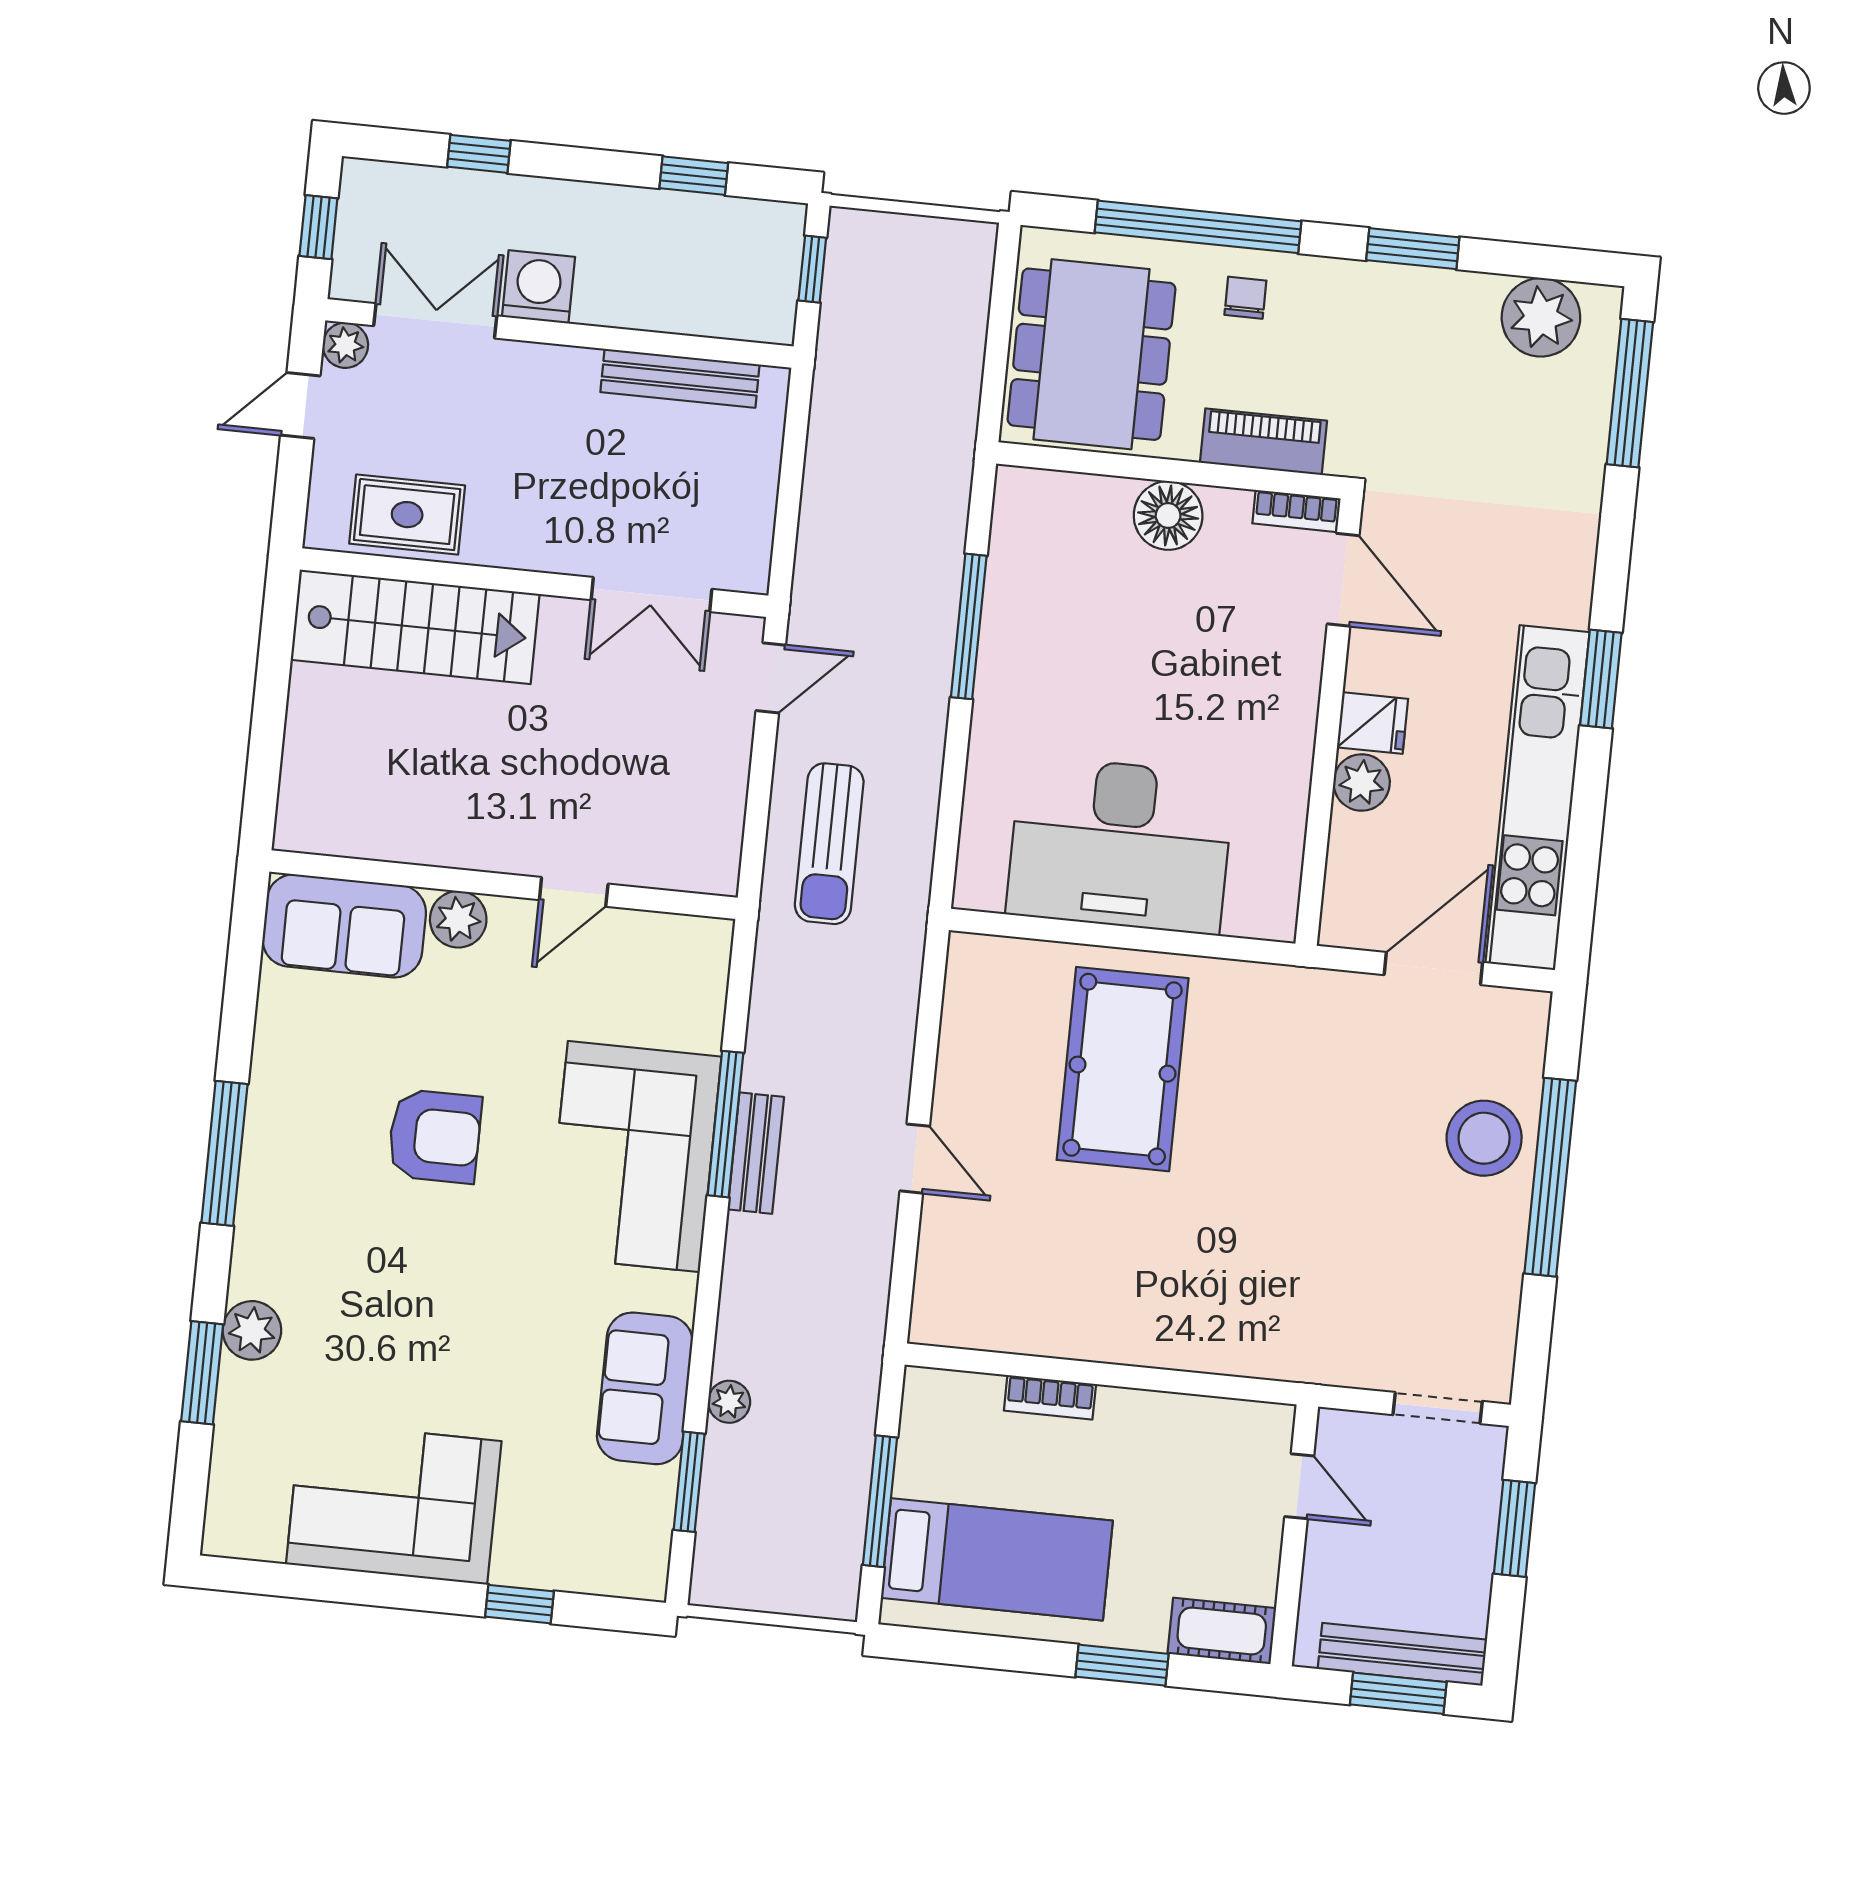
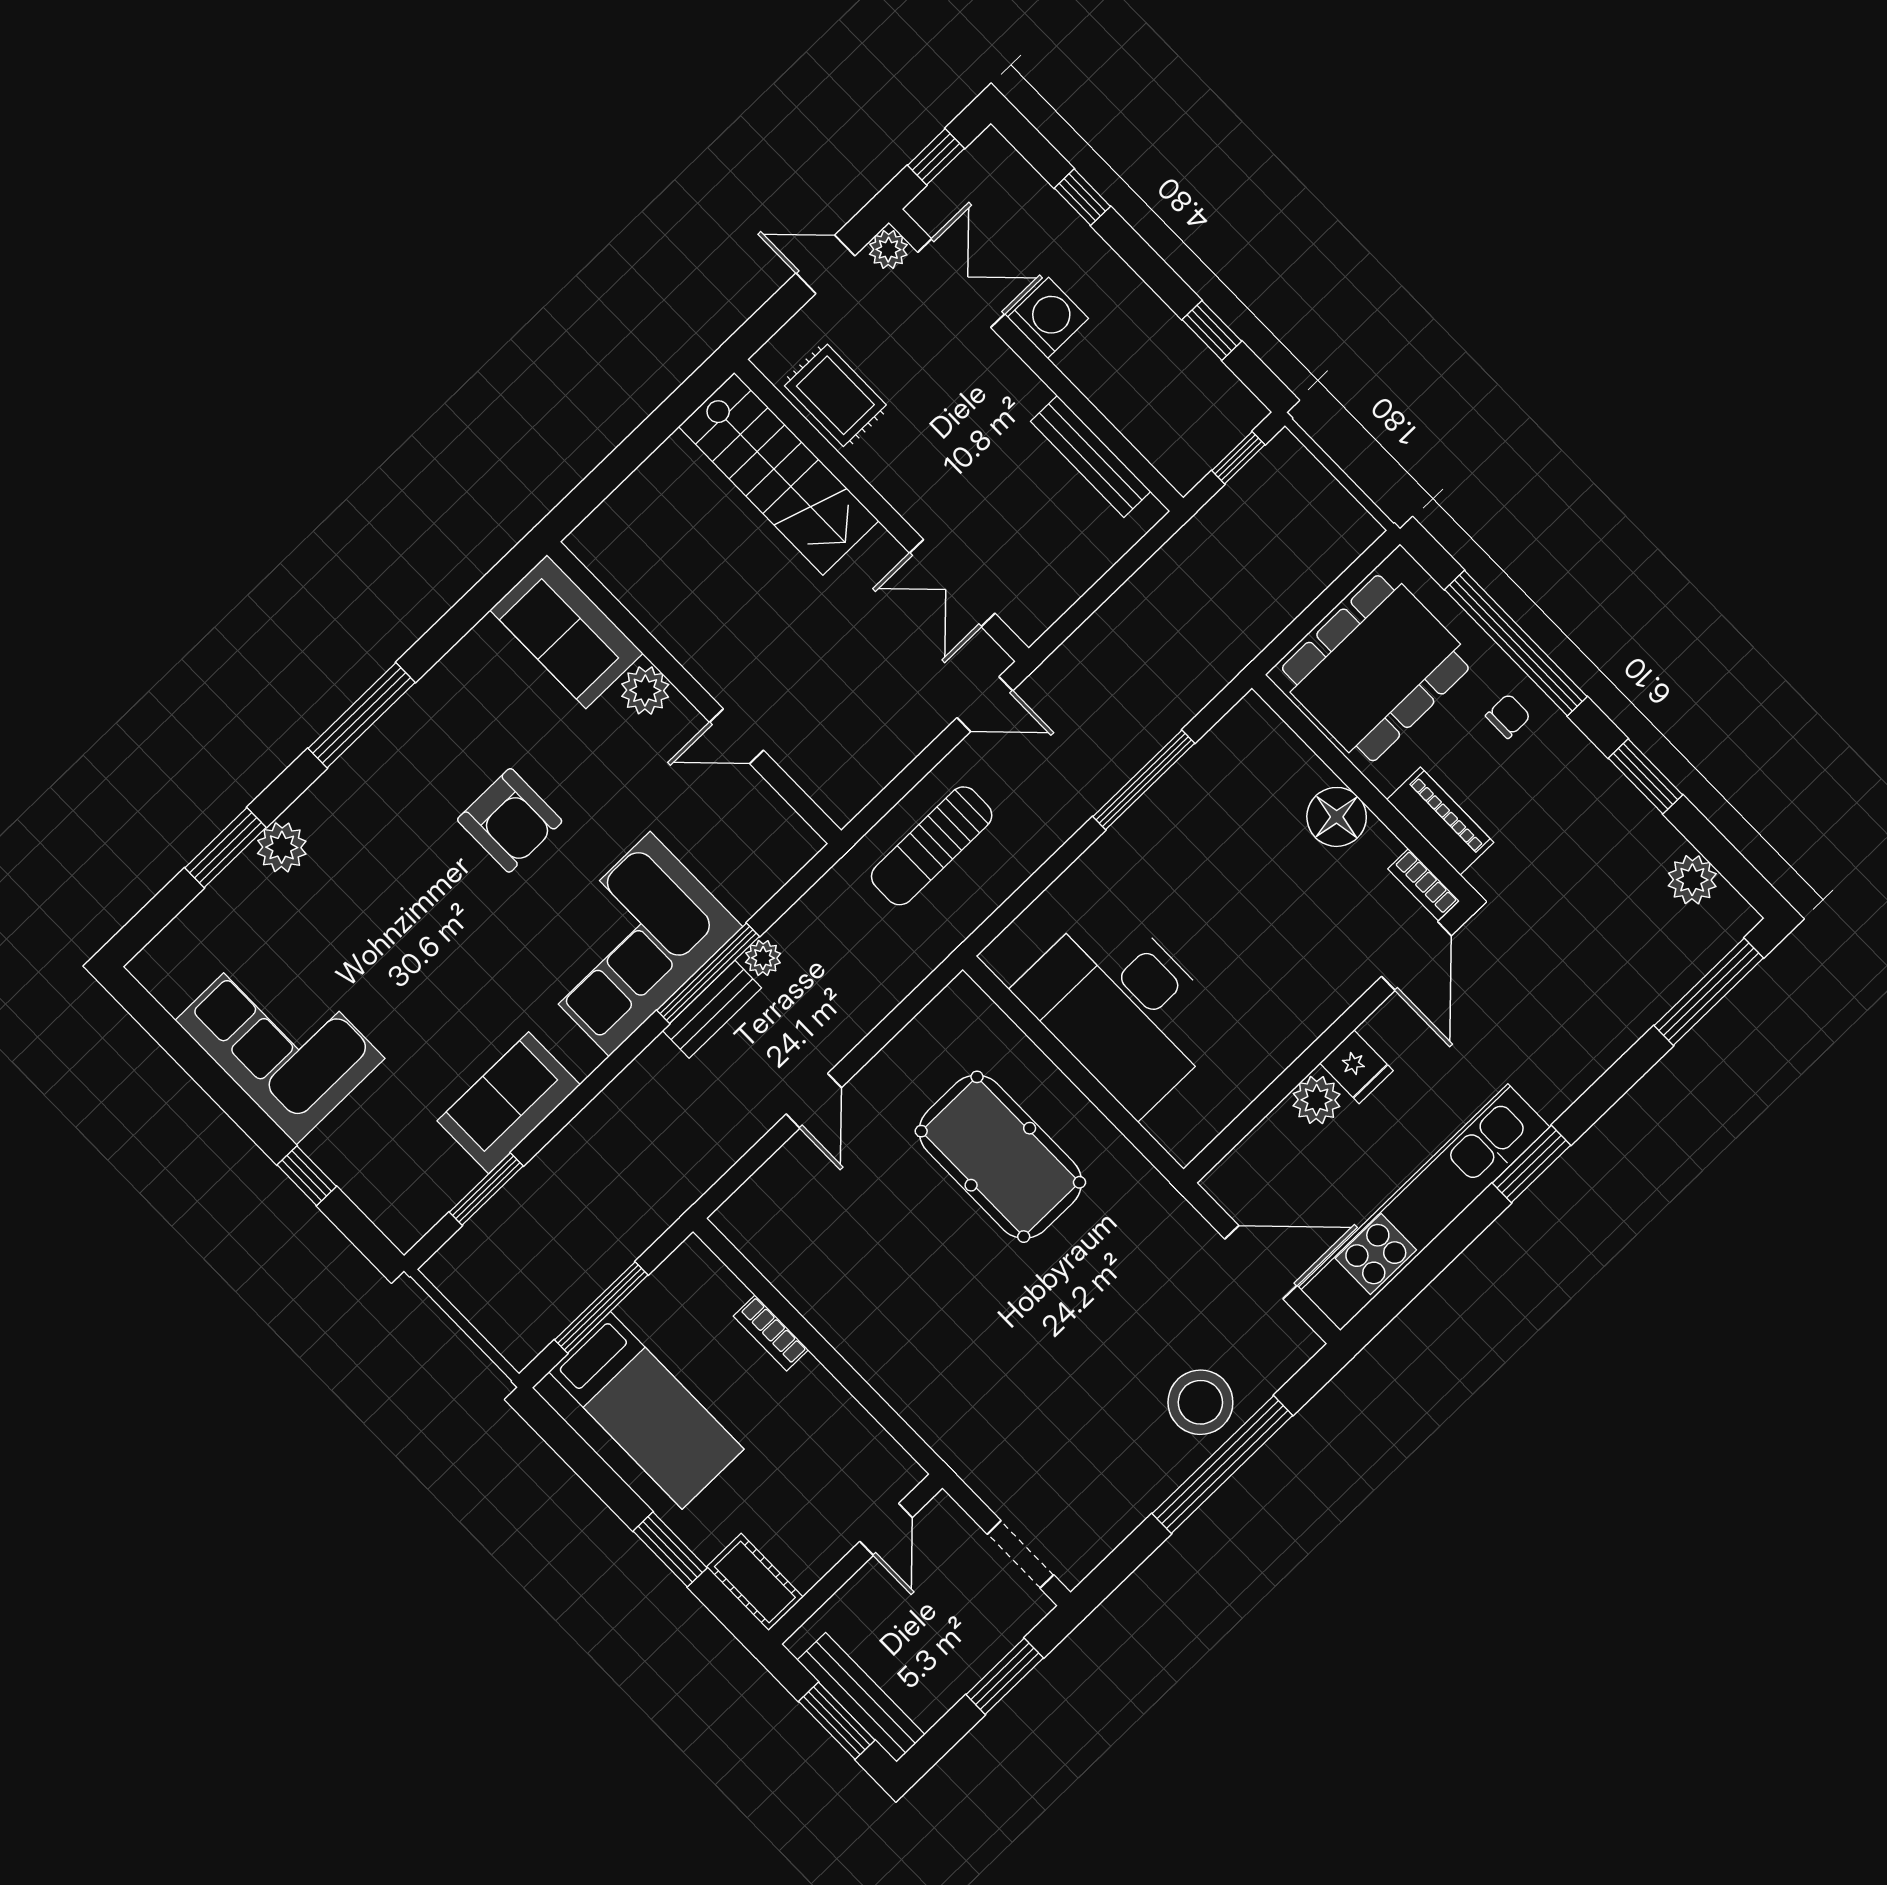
plant: (1541, 317) -> (1692, 880), width x0.73, depth x0.73
pool table: (1123, 1069) -> (1000, 1157), turned 90
plant: (729, 1402) -> (763, 958), moved

